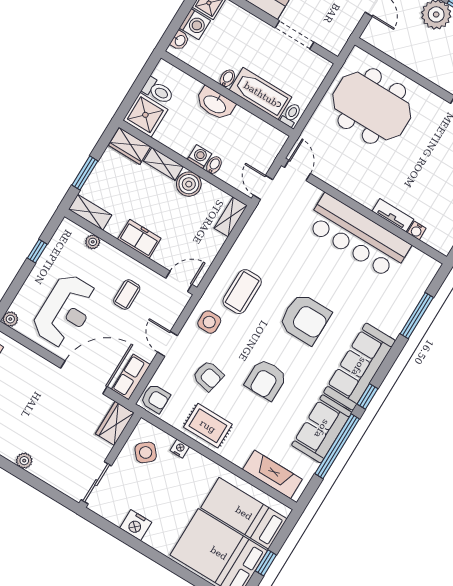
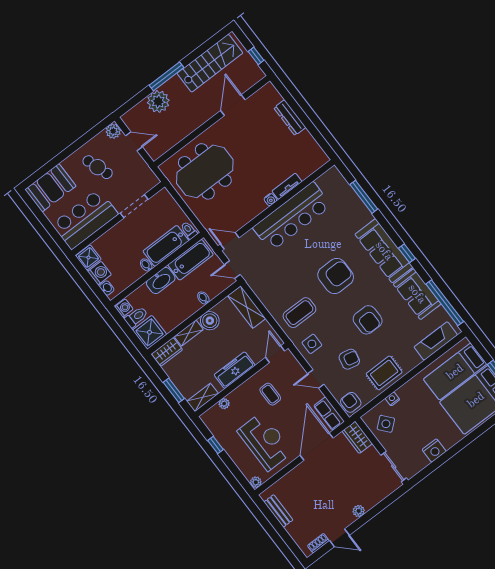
bathtub: (255, 131) -> (191, 260), added
washing machine: (199, 157) -> (124, 308), moved, turned 90
shelving: (231, 217) -> (247, 307), width x1.50, depth x1.33
water cooler: (417, 231) -> (270, 200), moved
freezer: (139, 239) -> (235, 370), width x1.40
coffee table: (242, 292) -> (299, 313), turned 90
armchair: (155, 398) -> (351, 402), turned -91
window: (337, 446) -> (445, 303), moved

